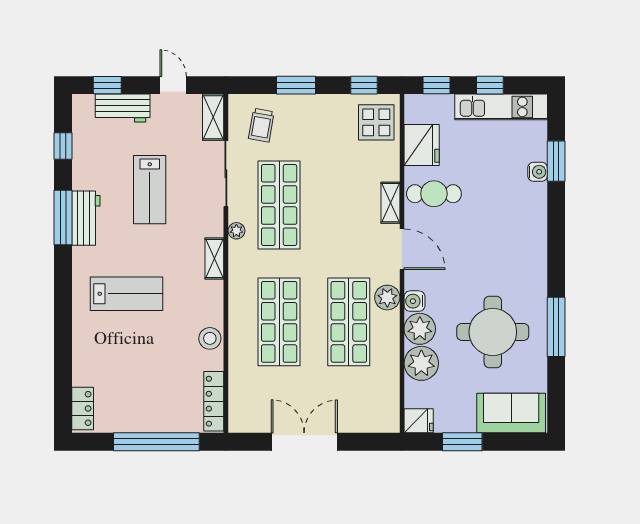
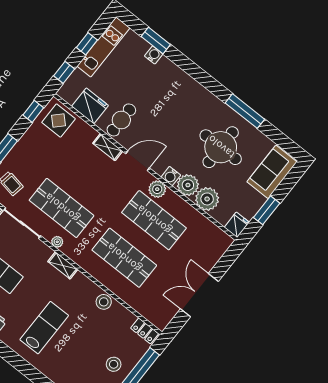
locker: (214, 401) -> (145, 331), width x0.66
stool: (147, 406) -> (114, 364), added

